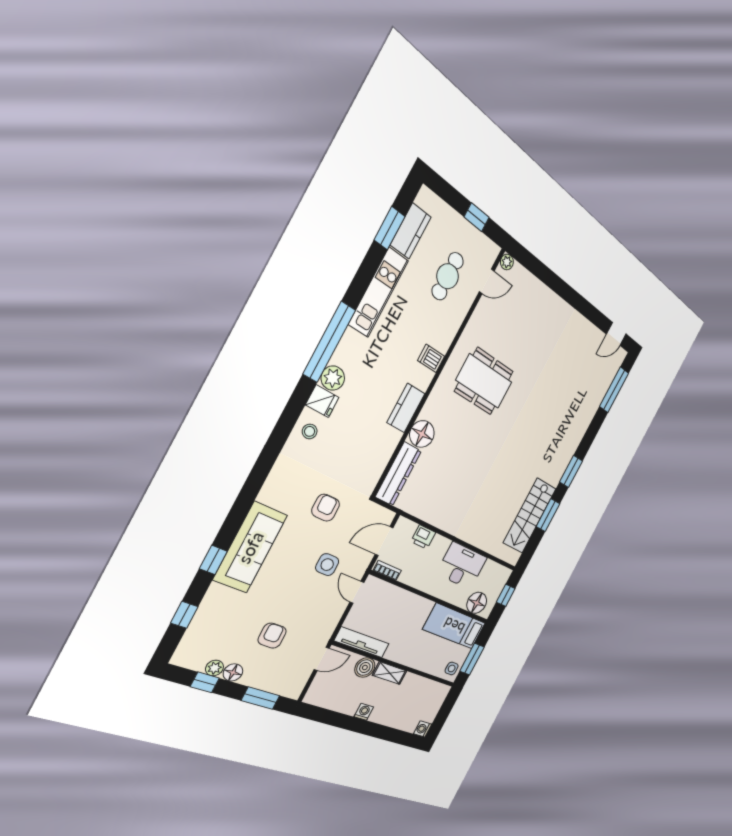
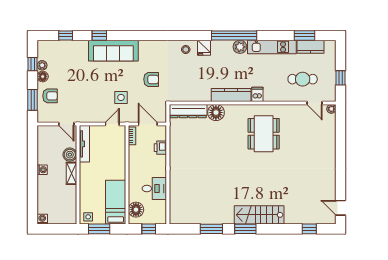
plant: (333, 378) -> (240, 47), moved
window: (614, 390) -> (309, 229), width x0.46
kitchen counter: (406, 408) -> (231, 95), width x1.50
stairs: (530, 516) -> (259, 215), moved
desk: (462, 566) -> (154, 189), width x0.73
armchair: (272, 636) -> (50, 96), moved

